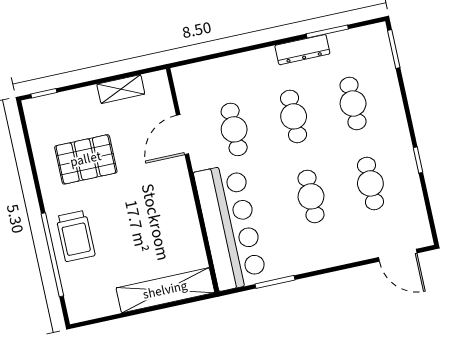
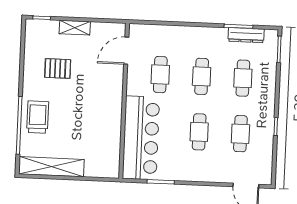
dresser: (302, 50) -> (246, 35), moved
shelving: (121, 89) -> (75, 28), moved
door: (183, 135) -> (126, 51), moved
pallet: (86, 159) -> (58, 68), width x0.67, depth x0.71
trolley: (75, 236) -> (38, 117), turned 180
shelving: (165, 290) -> (51, 167), moved

